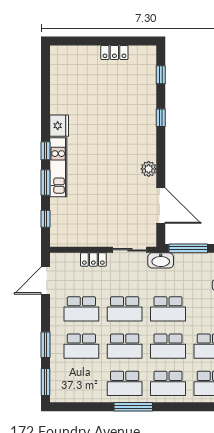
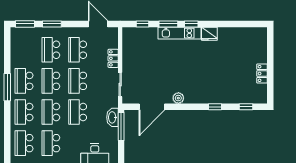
washbasin: (161, 260) -> (112, 117), moved

